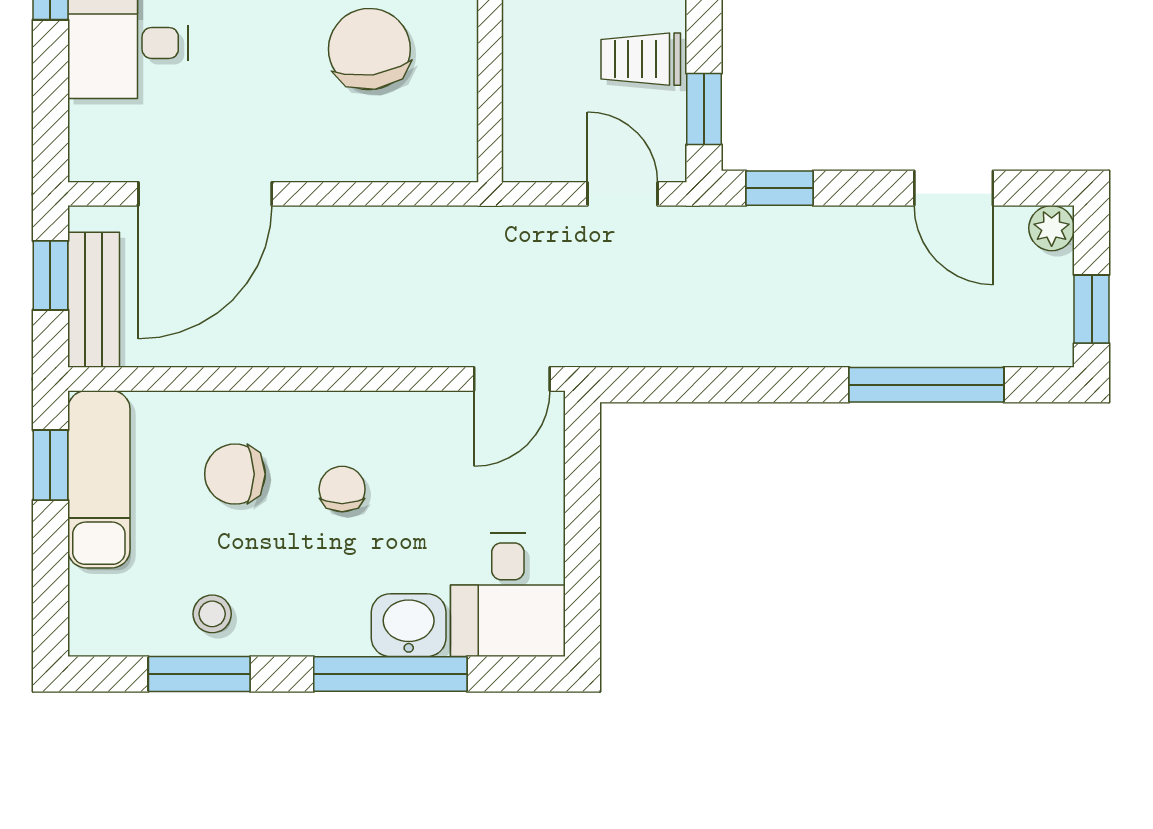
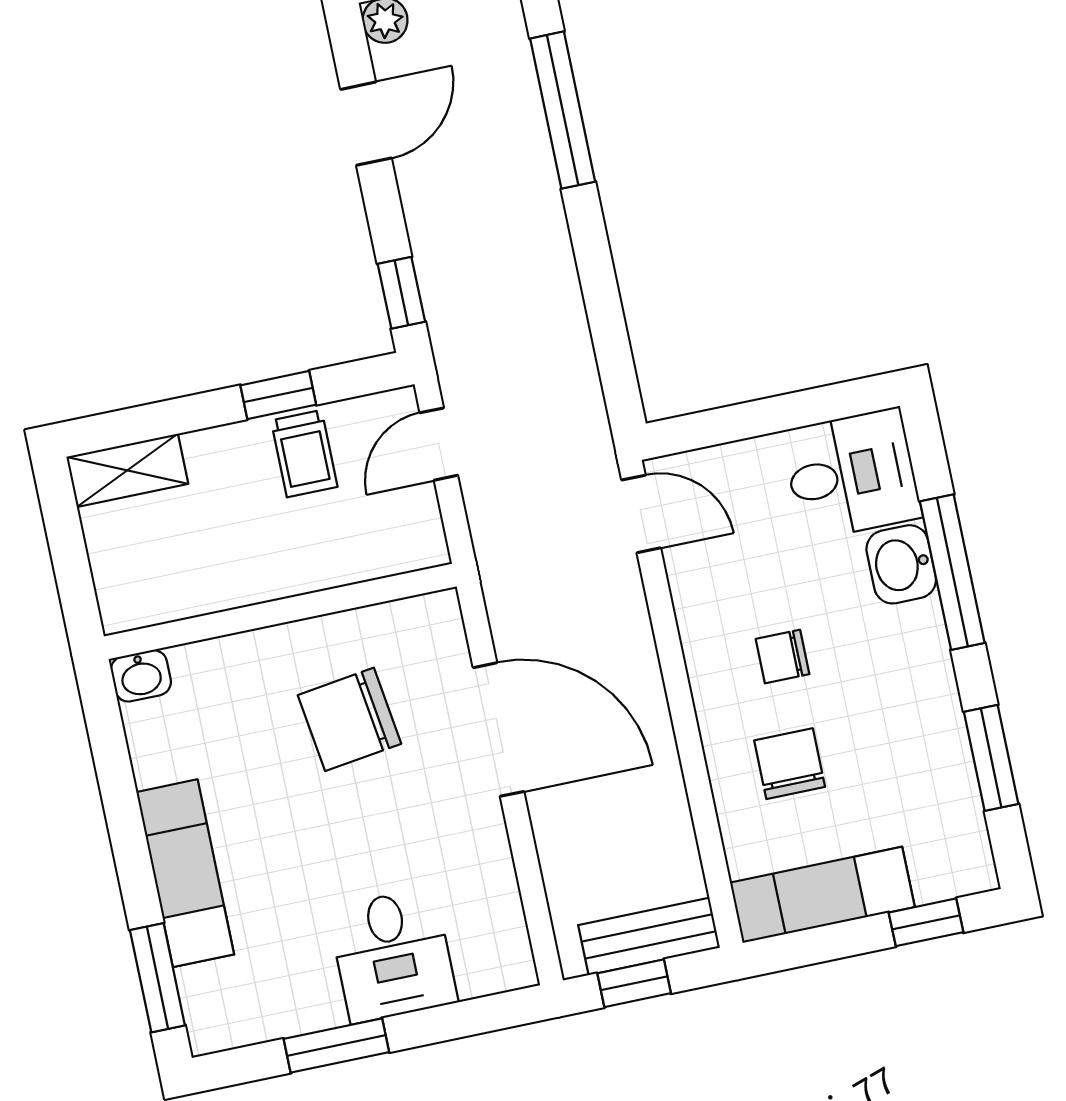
window: (704, 109) -> (278, 395), moved
door: (205, 194) -> (498, 730), moved
window: (50, 465) -> (926, 922), moved
chair: (235, 474) -> (790, 764), turned 180
stool: (212, 614) -> (930, 758), removed

